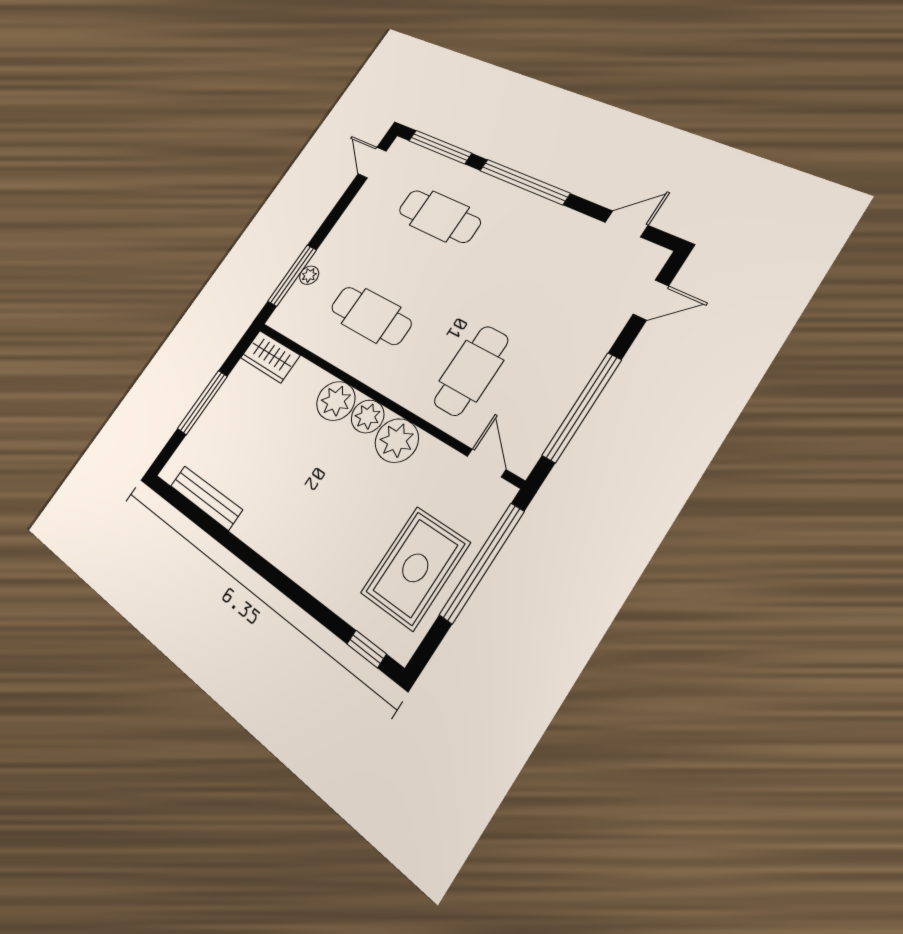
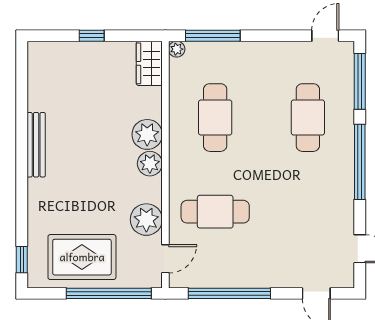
plant: (309, 275) -> (177, 49), moved
window: (202, 403) -> (92, 36), width x0.46
plant: (397, 441) -> (146, 220), moved
bench: (206, 498) -> (36, 145), moved

